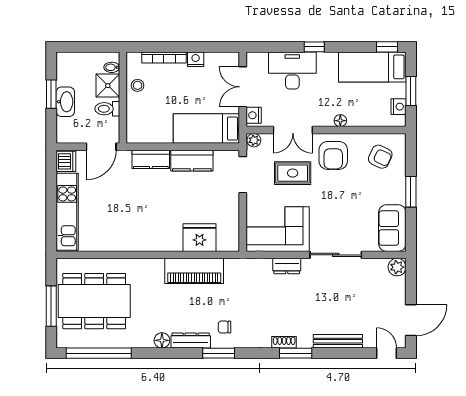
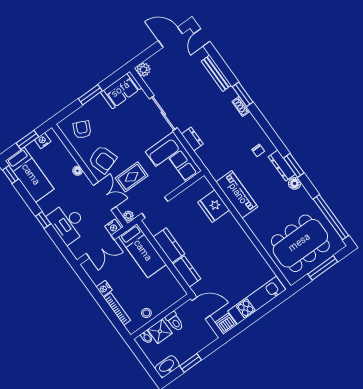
washbasin: (65, 102) -> (167, 366), moved
armchair: (333, 155) -> (102, 159), turned 72
rug: (293, 173) -> (132, 177), turned 90
dining table: (94, 301) -> (300, 243), turned 90
window: (219, 353) -> (294, 165), moved

